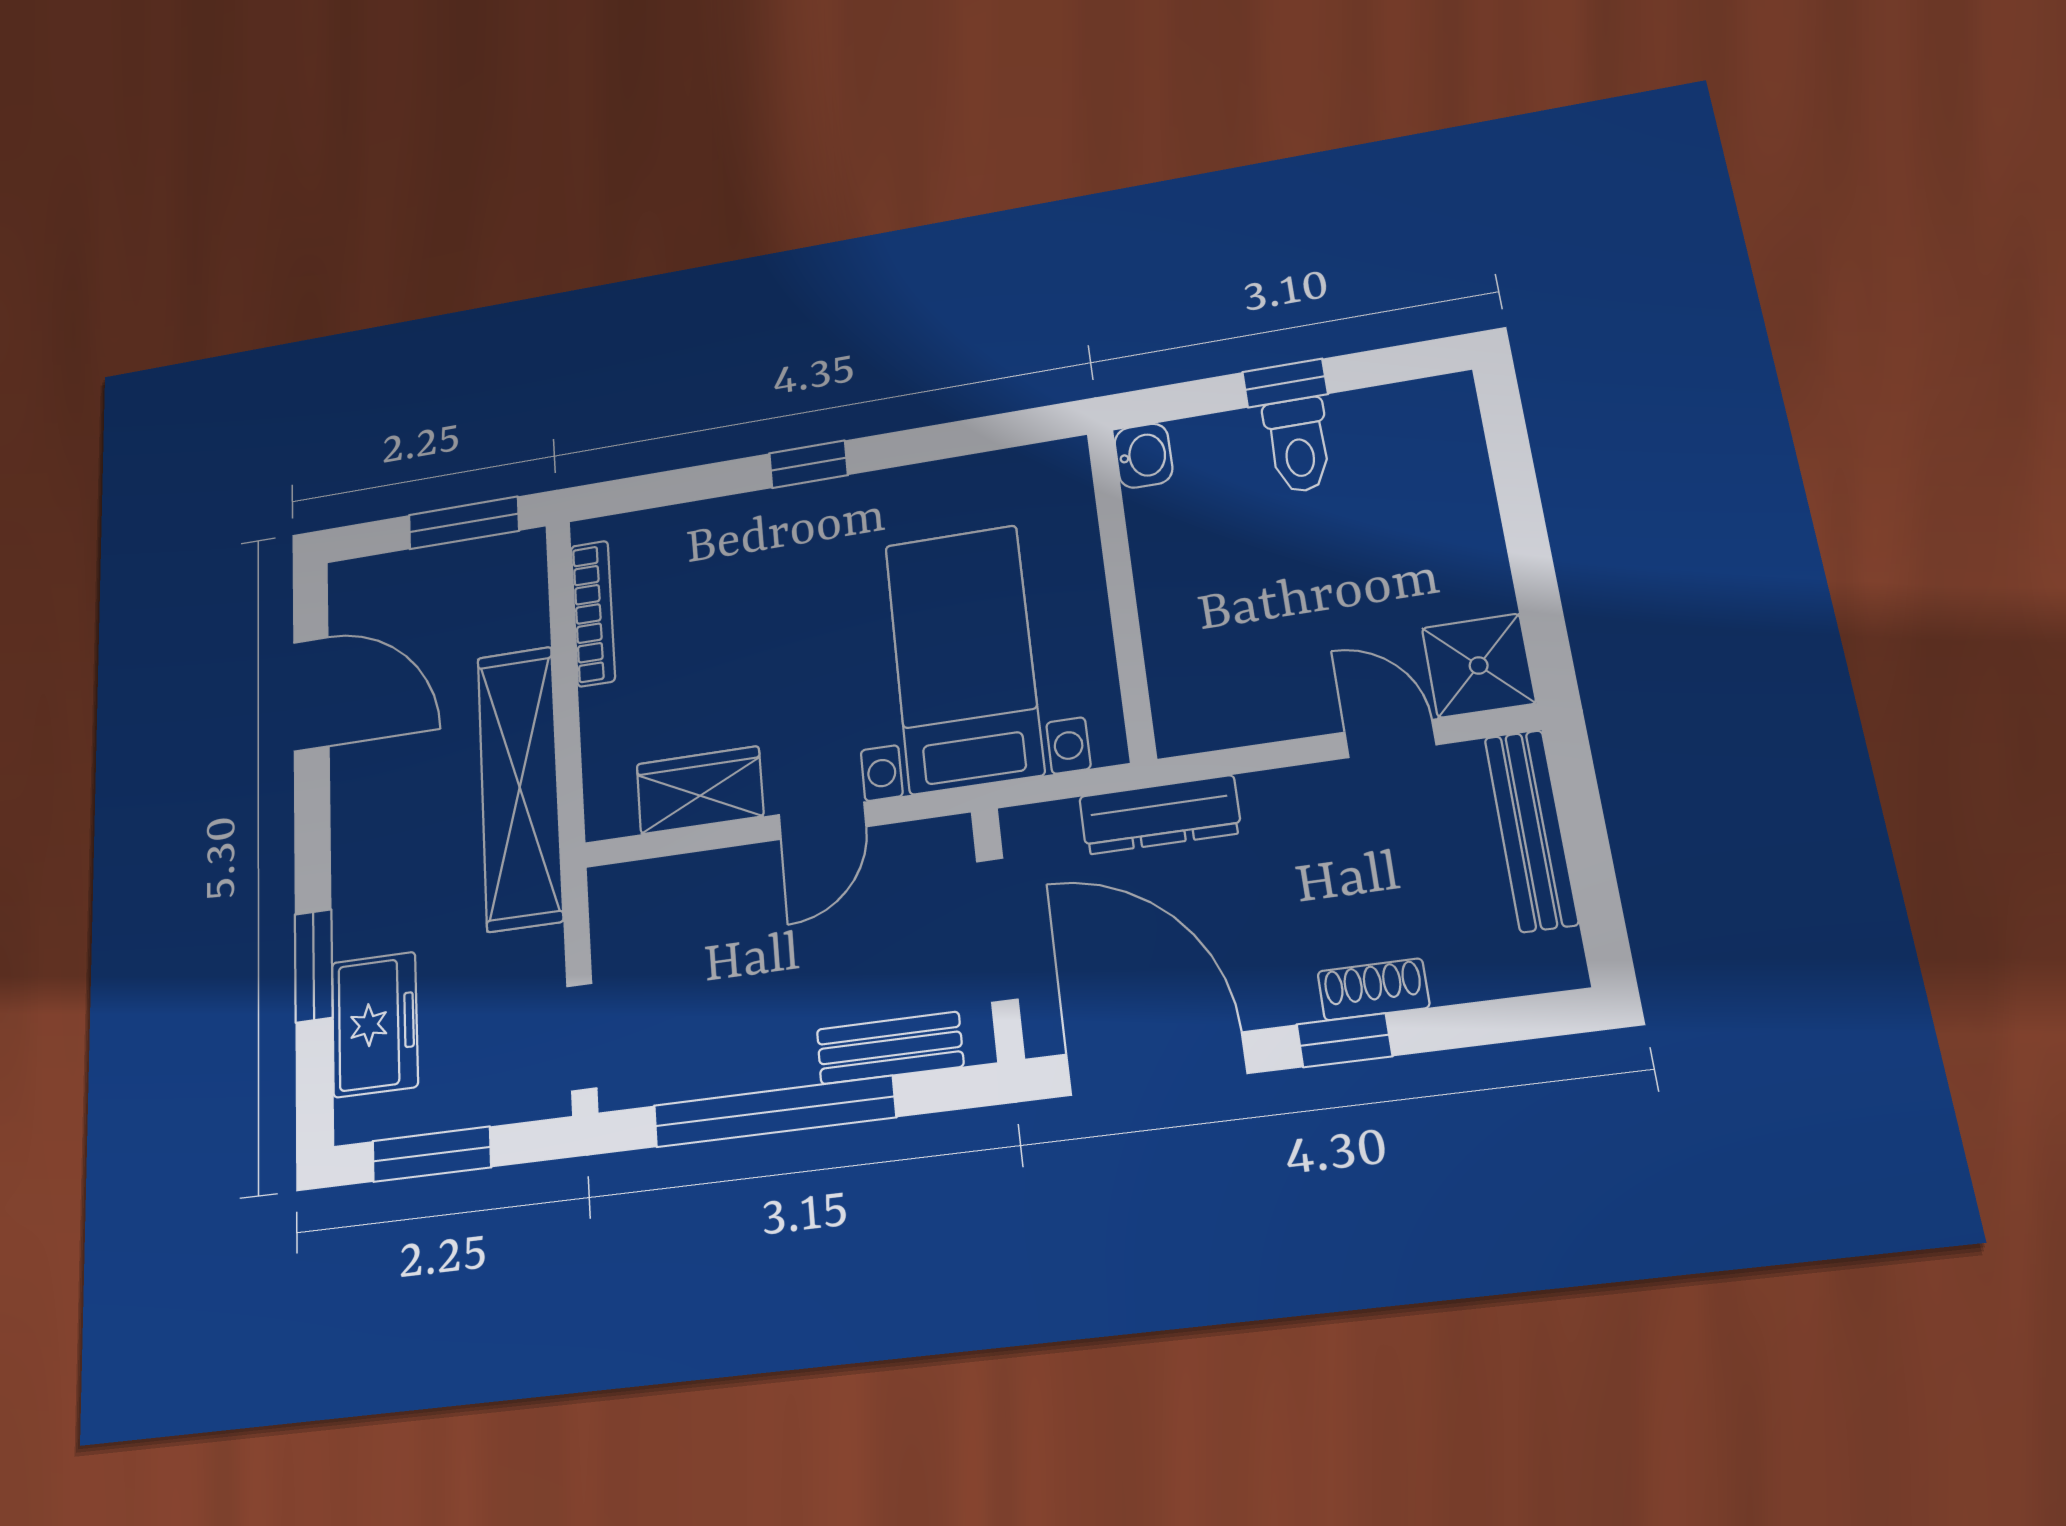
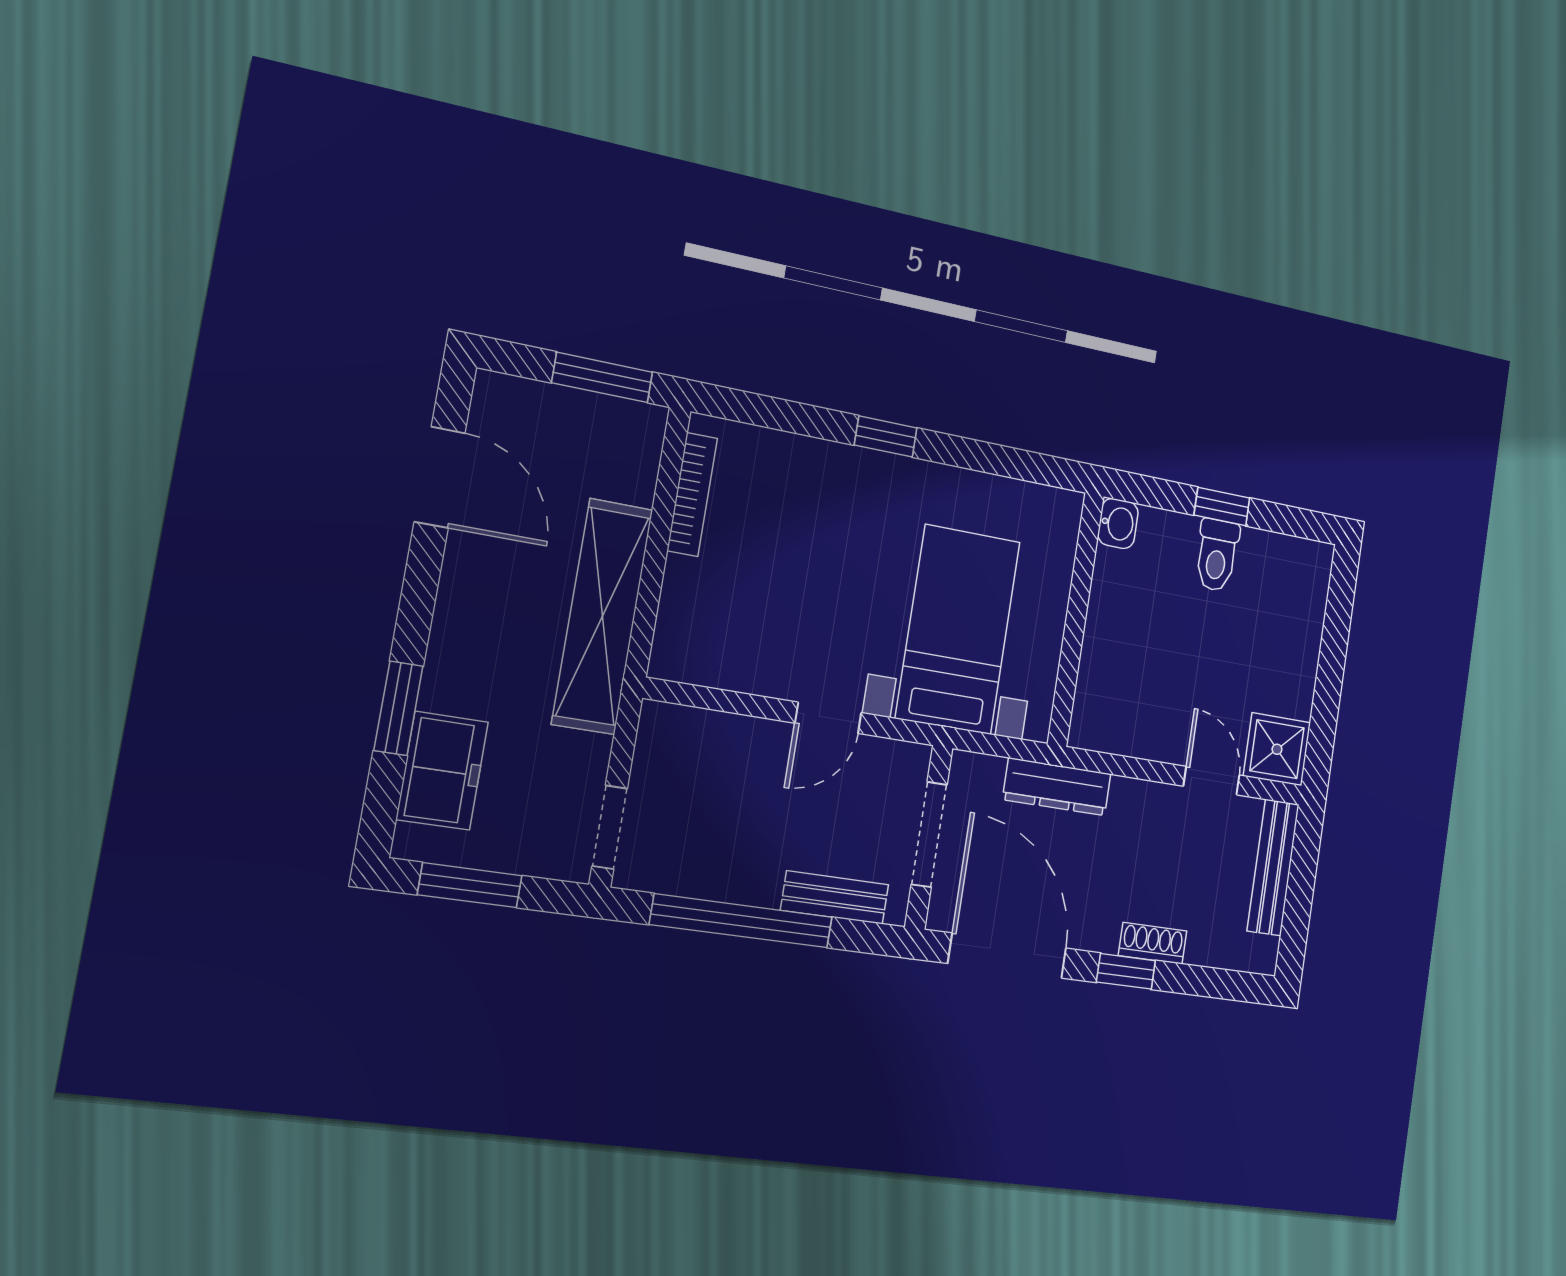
wardrobe: (700, 790) -> (743, 665), removed

